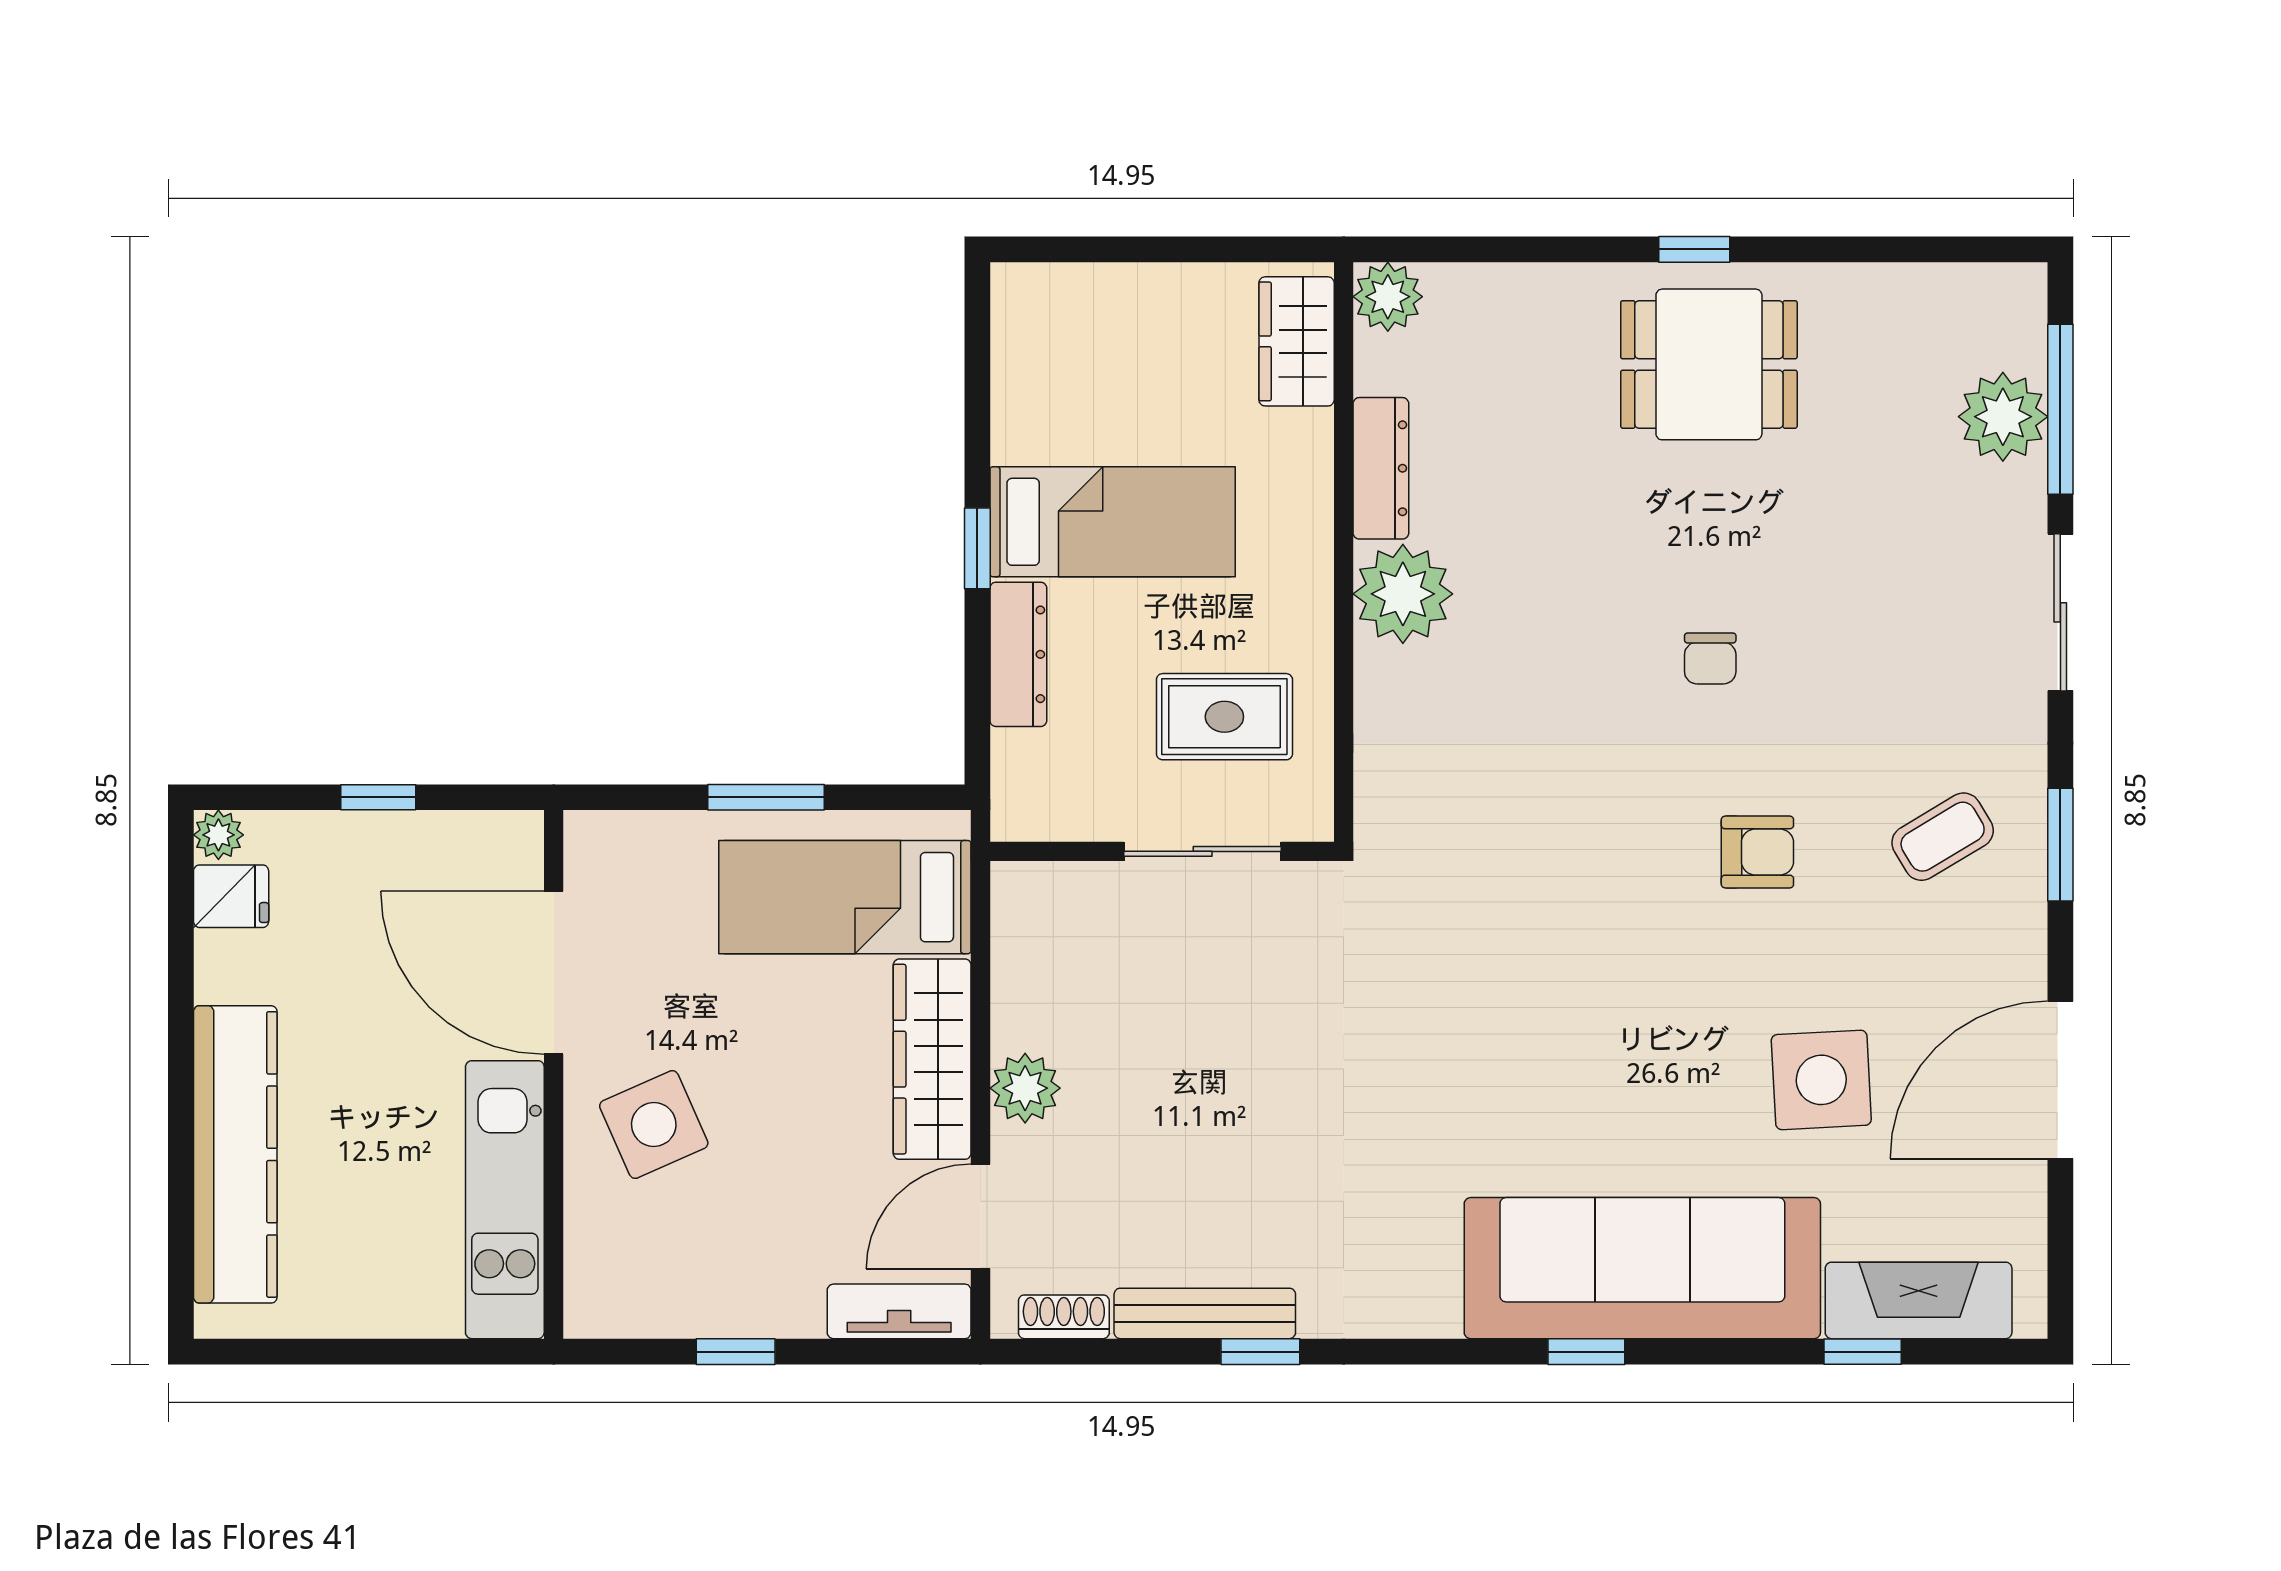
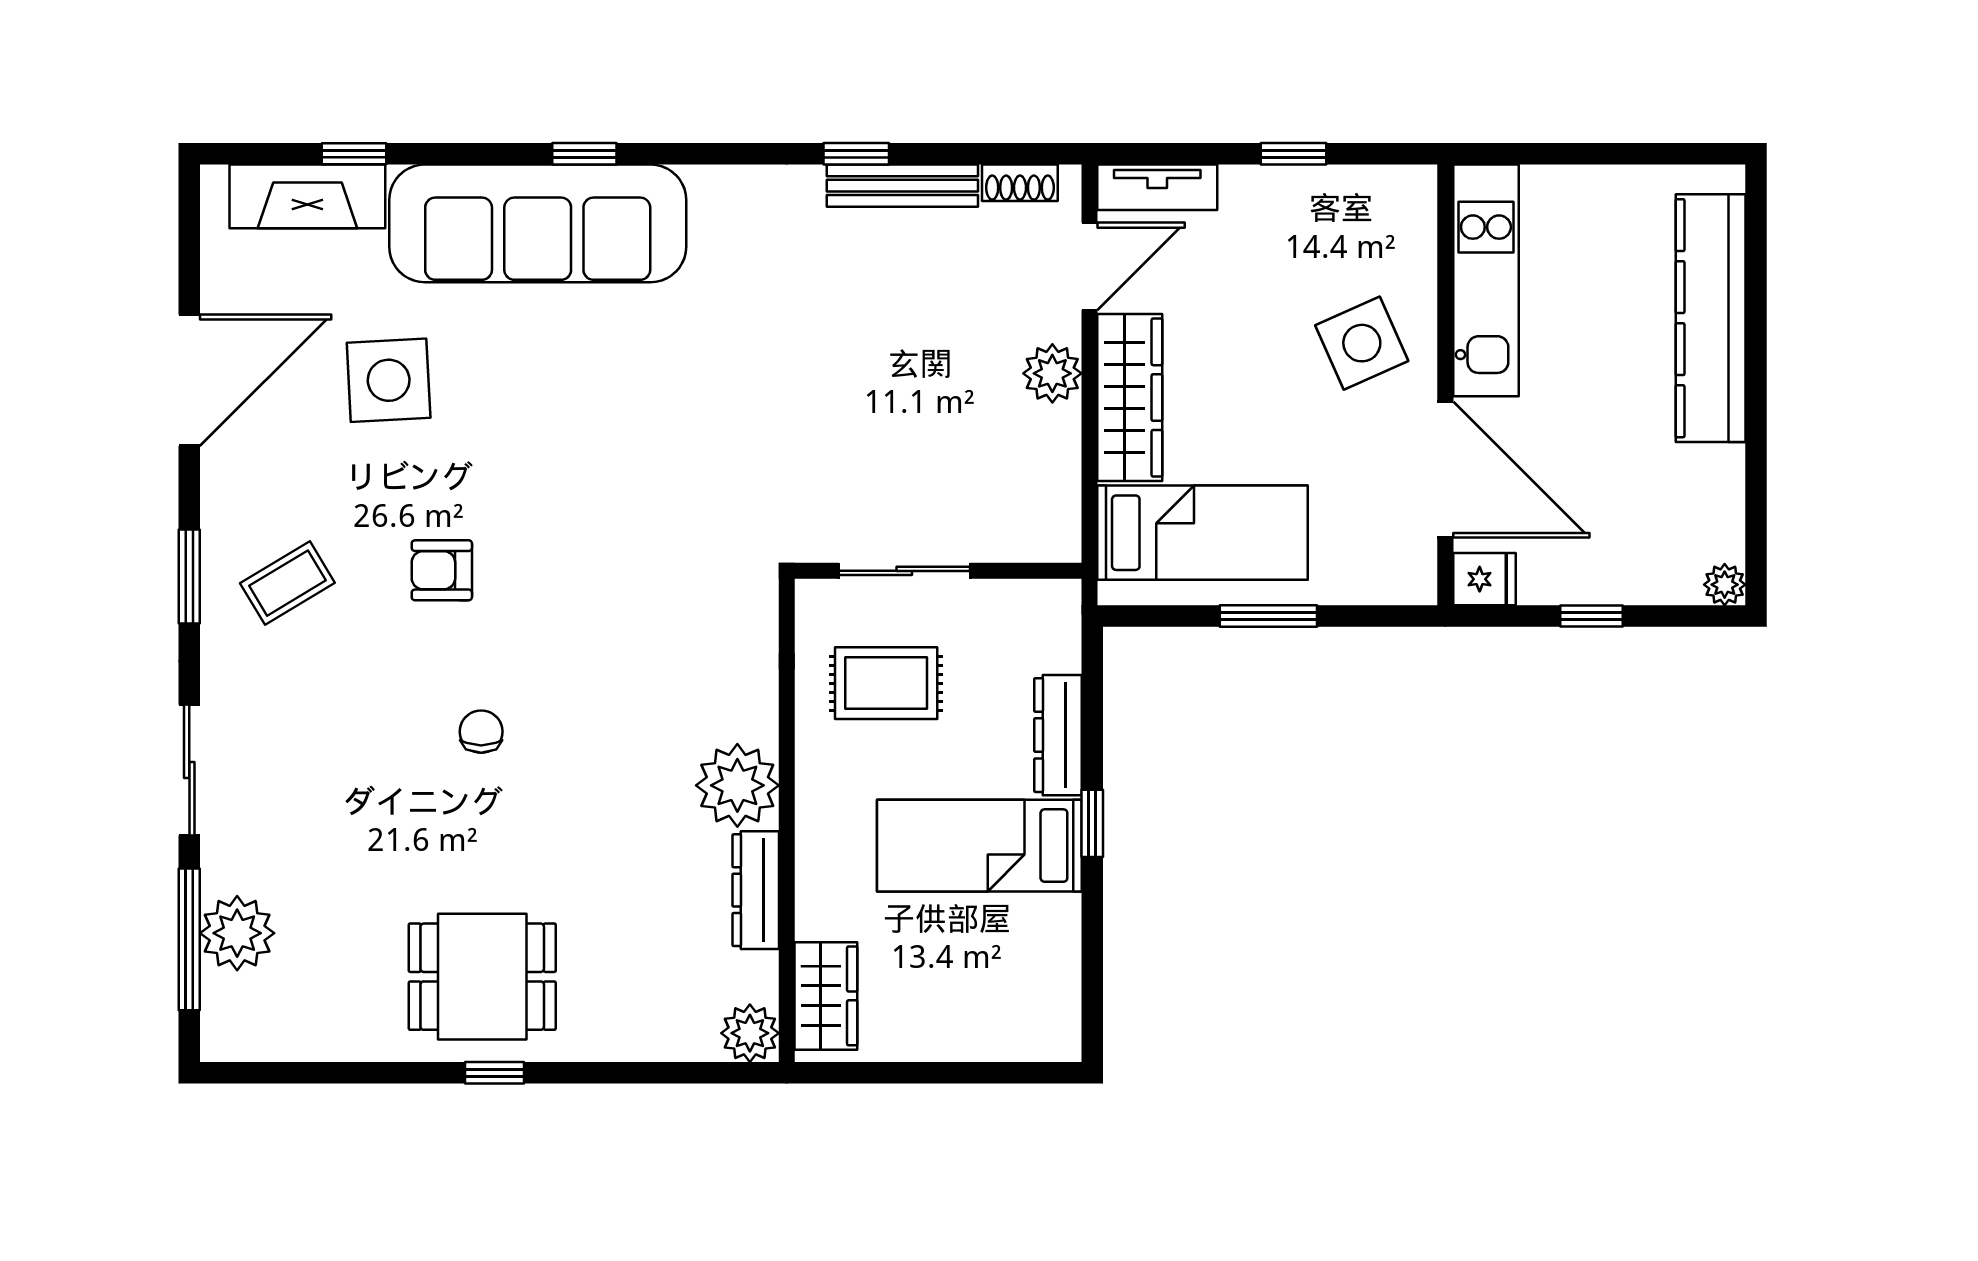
fridge: (231, 896) -> (1485, 579), moved, turned 180

